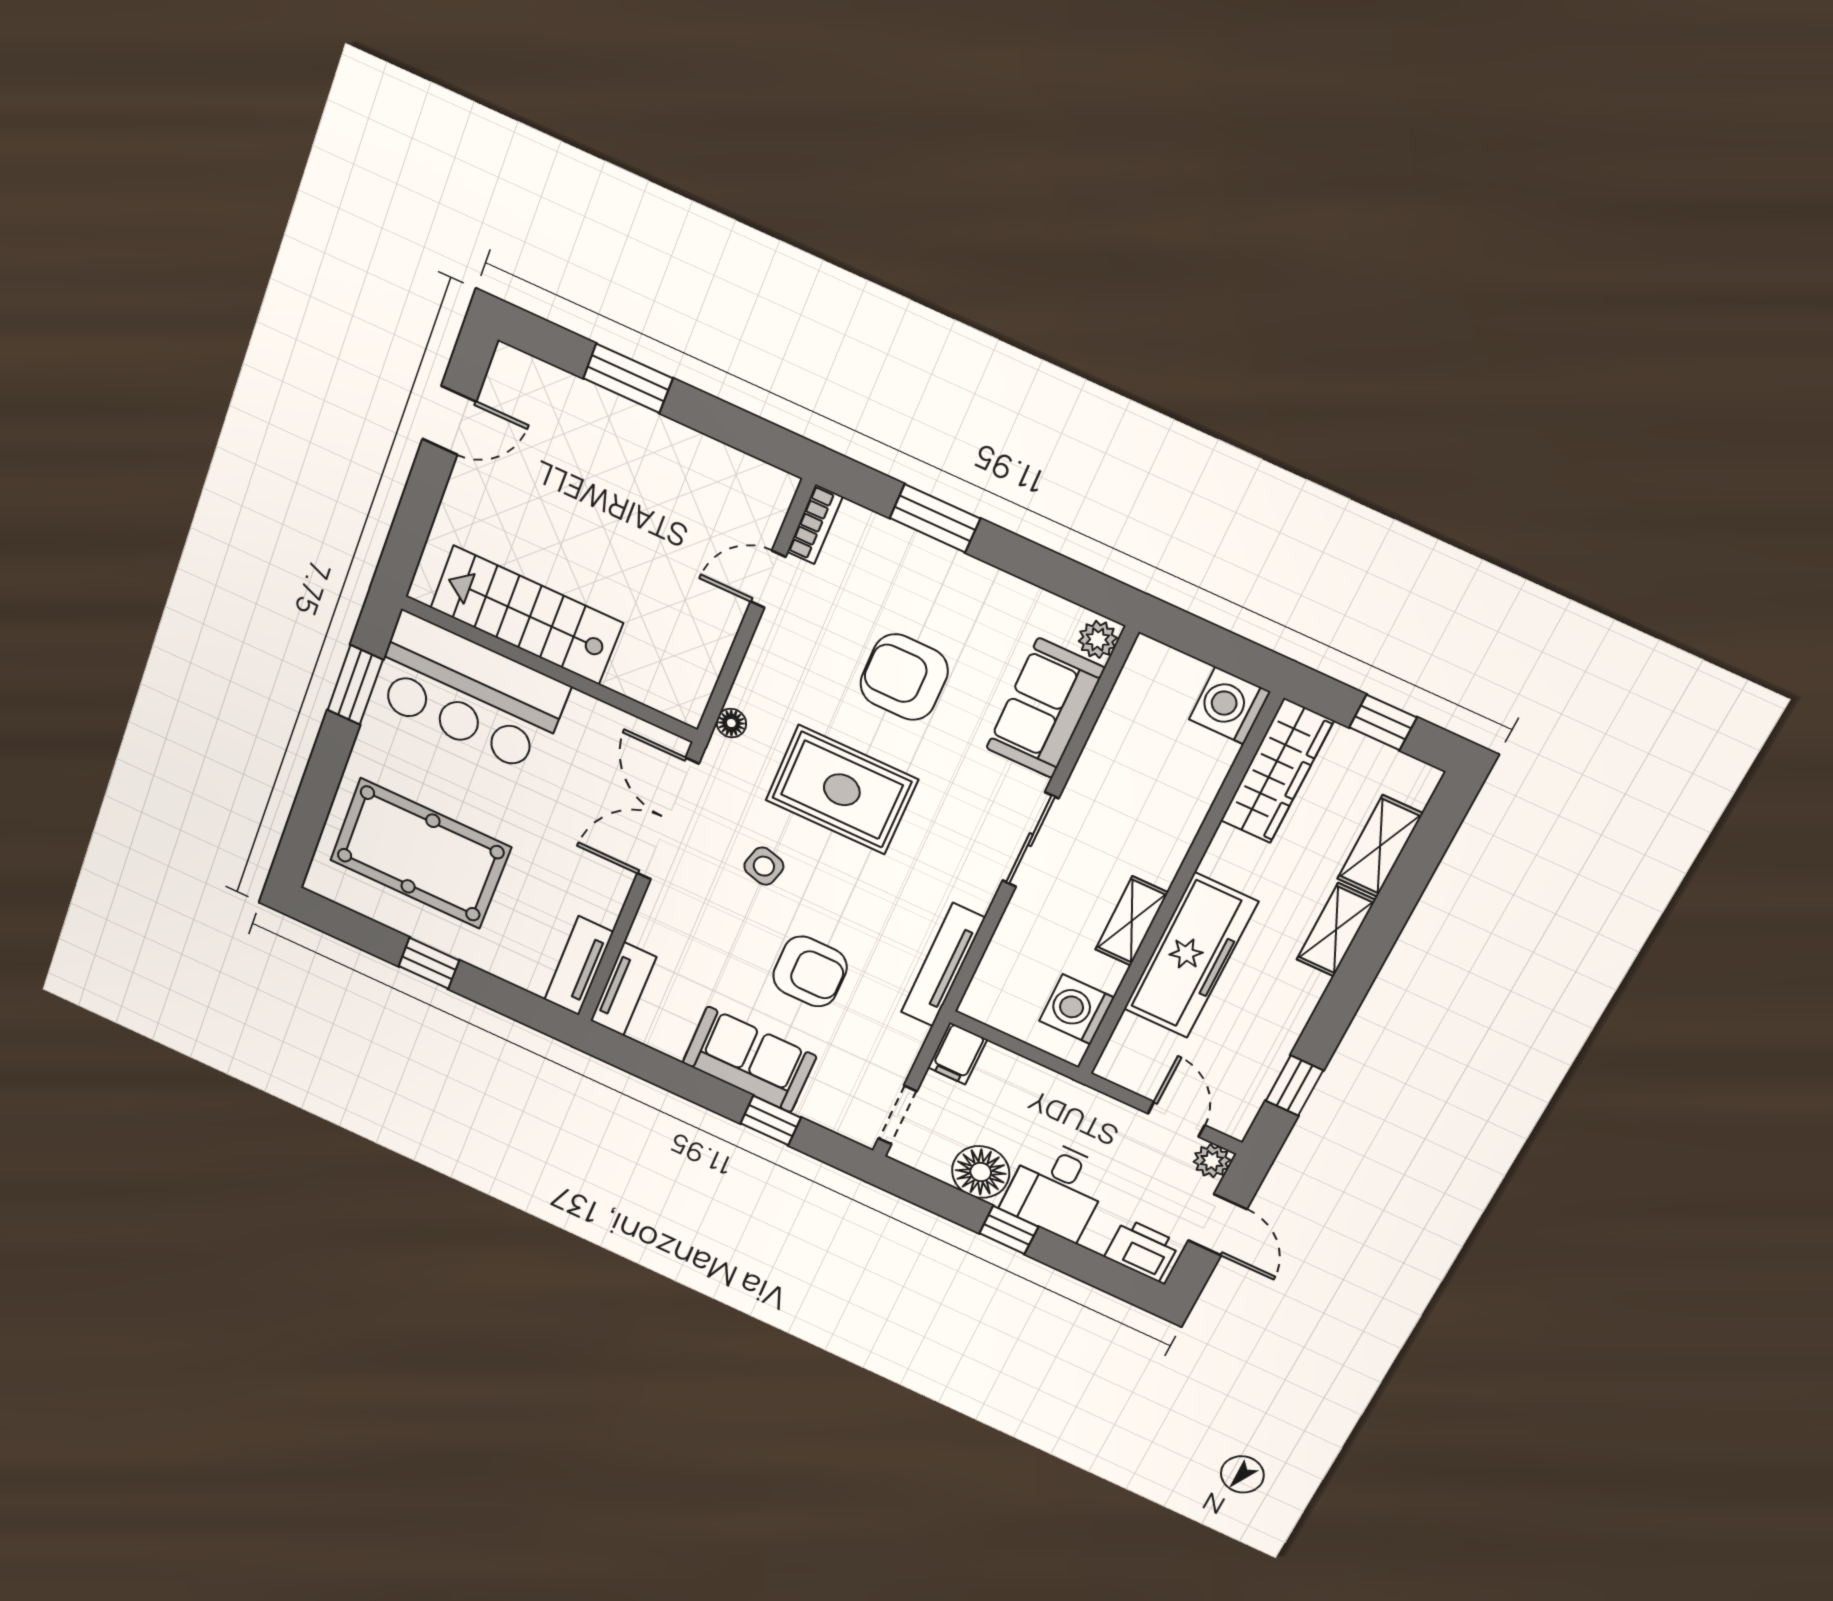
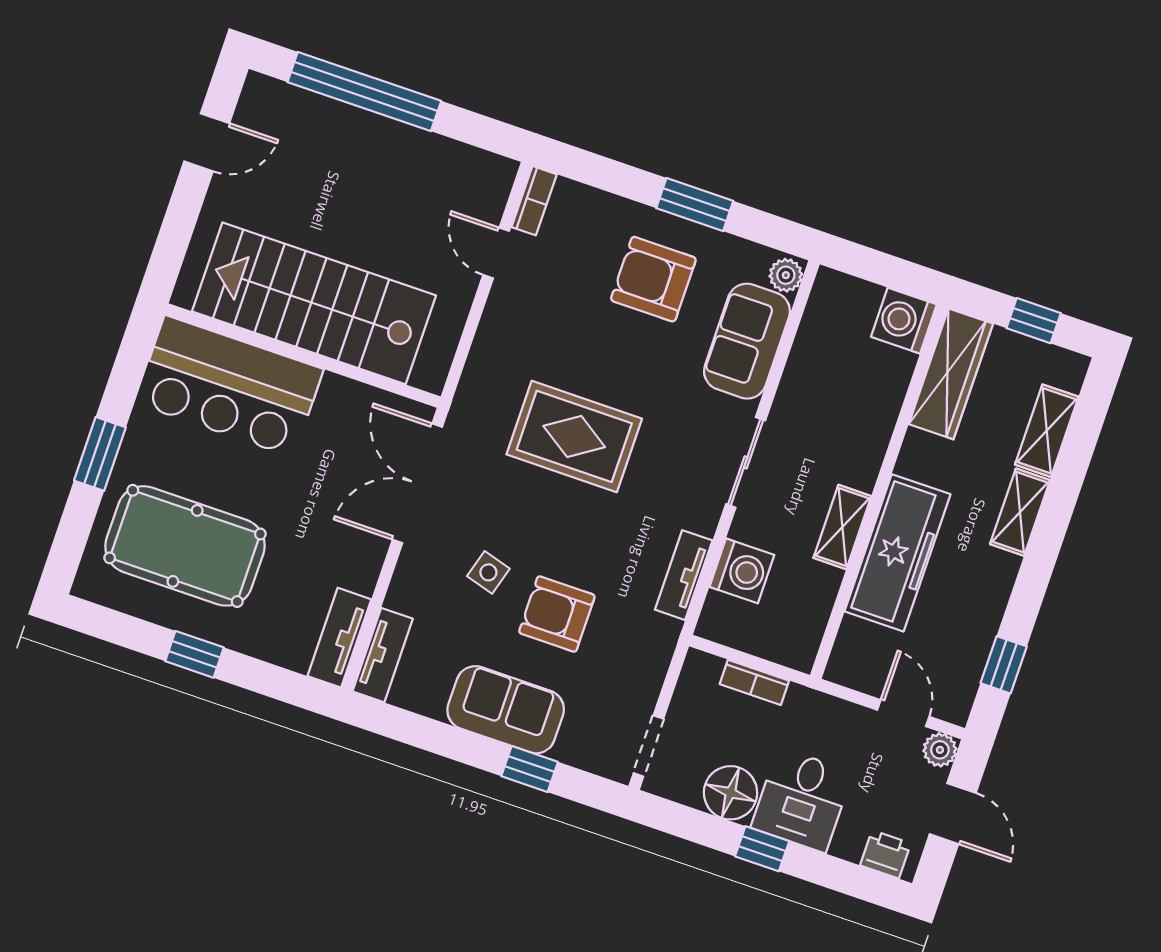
window: (628, 378) -> (364, 91), width x2.11
window: (935, 518) -> (695, 205), moved
door: (768, 579) -> (496, 253), hinge flipped
stairs: (526, 615) -> (314, 303), width x1.36, depth x1.51
armchair: (904, 677) -> (653, 279), moved
window: (355, 685) -> (100, 454), moved
floor lamp: (731, 723) -> (471, 386), removed
side table: (764, 866) -> (488, 572), moved
tv unit: (943, 965) -> (684, 575), width x0.71
armchair: (810, 971) -> (557, 614), turned 180
washing machine: (1077, 1009) -> (742, 571), moved, turned 180
filing cabinet: (957, 1053) -> (699, 676), removed
bookcase: (1017, 1067) -> (754, 682), added
printer: (1142, 1250) -> (885, 854), width x0.73, depth x0.81

